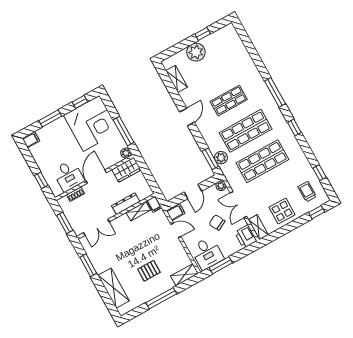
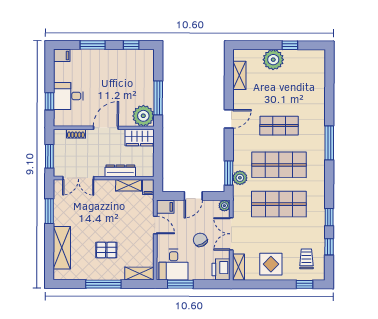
corner desk: (91, 123) -> (131, 73), removed
window: (294, 128) -> (329, 217), moved
plant: (126, 153) -> (143, 116), width x1.87, depth x1.87
desk: (68, 176) -> (68, 96), moved, turned 90

